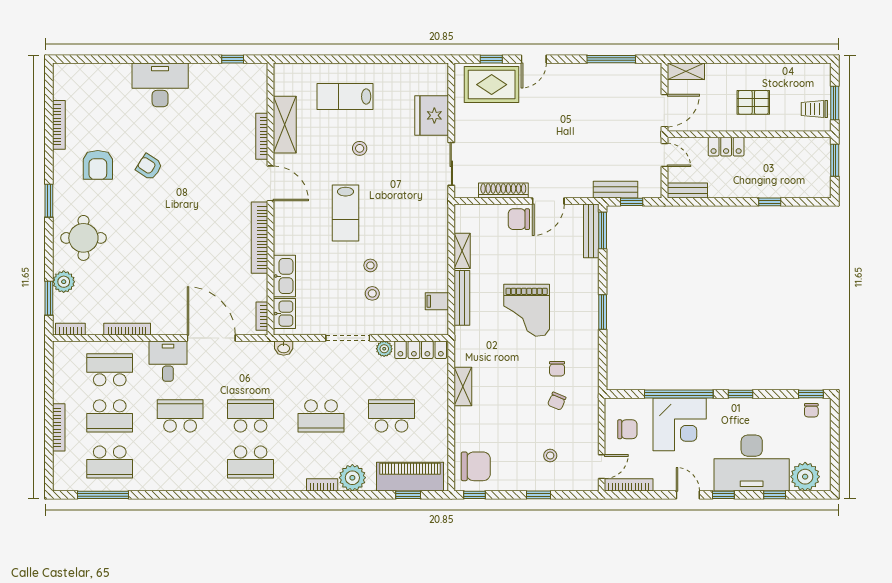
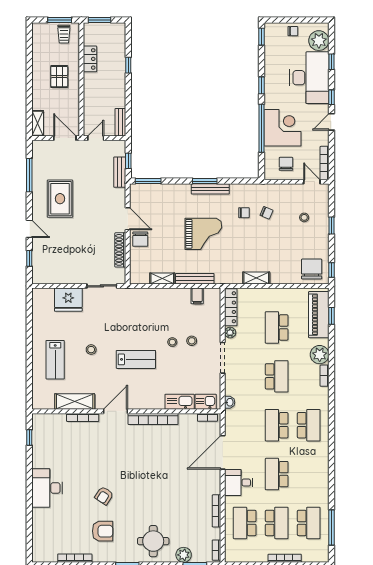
rug: (492, 85) -> (60, 199), moved
locker: (726, 147) -> (90, 59), moved
bench: (591, 231) -> (210, 189), moved
chair: (811, 410) -> (293, 31), moved

